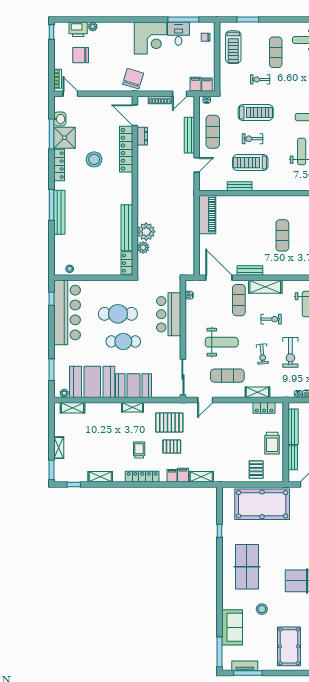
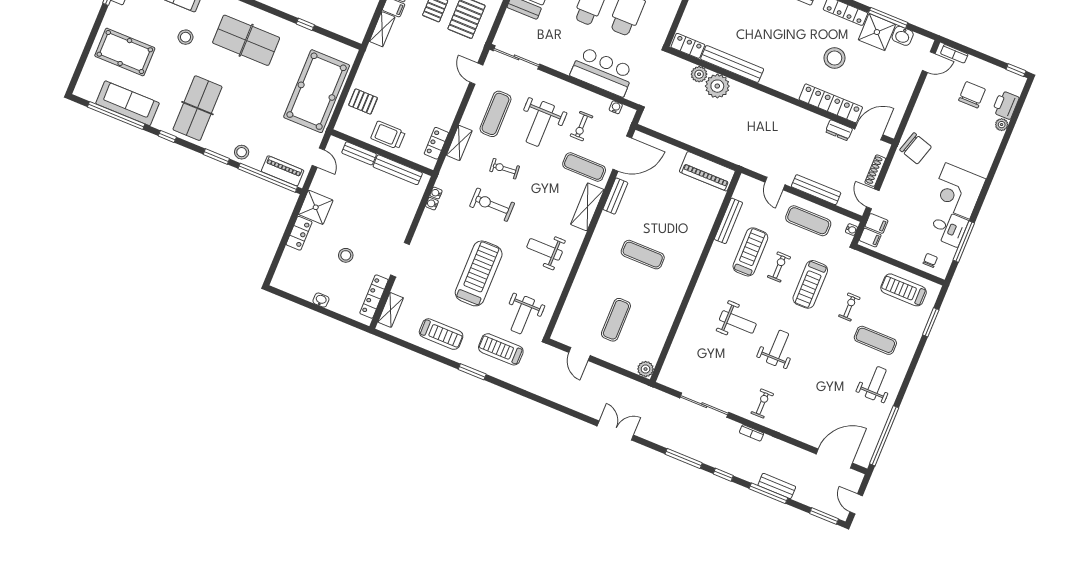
bench: (240, 186) -> (728, 221), width x1.36
exercise bike: (271, 319) -> (582, 126), moved

